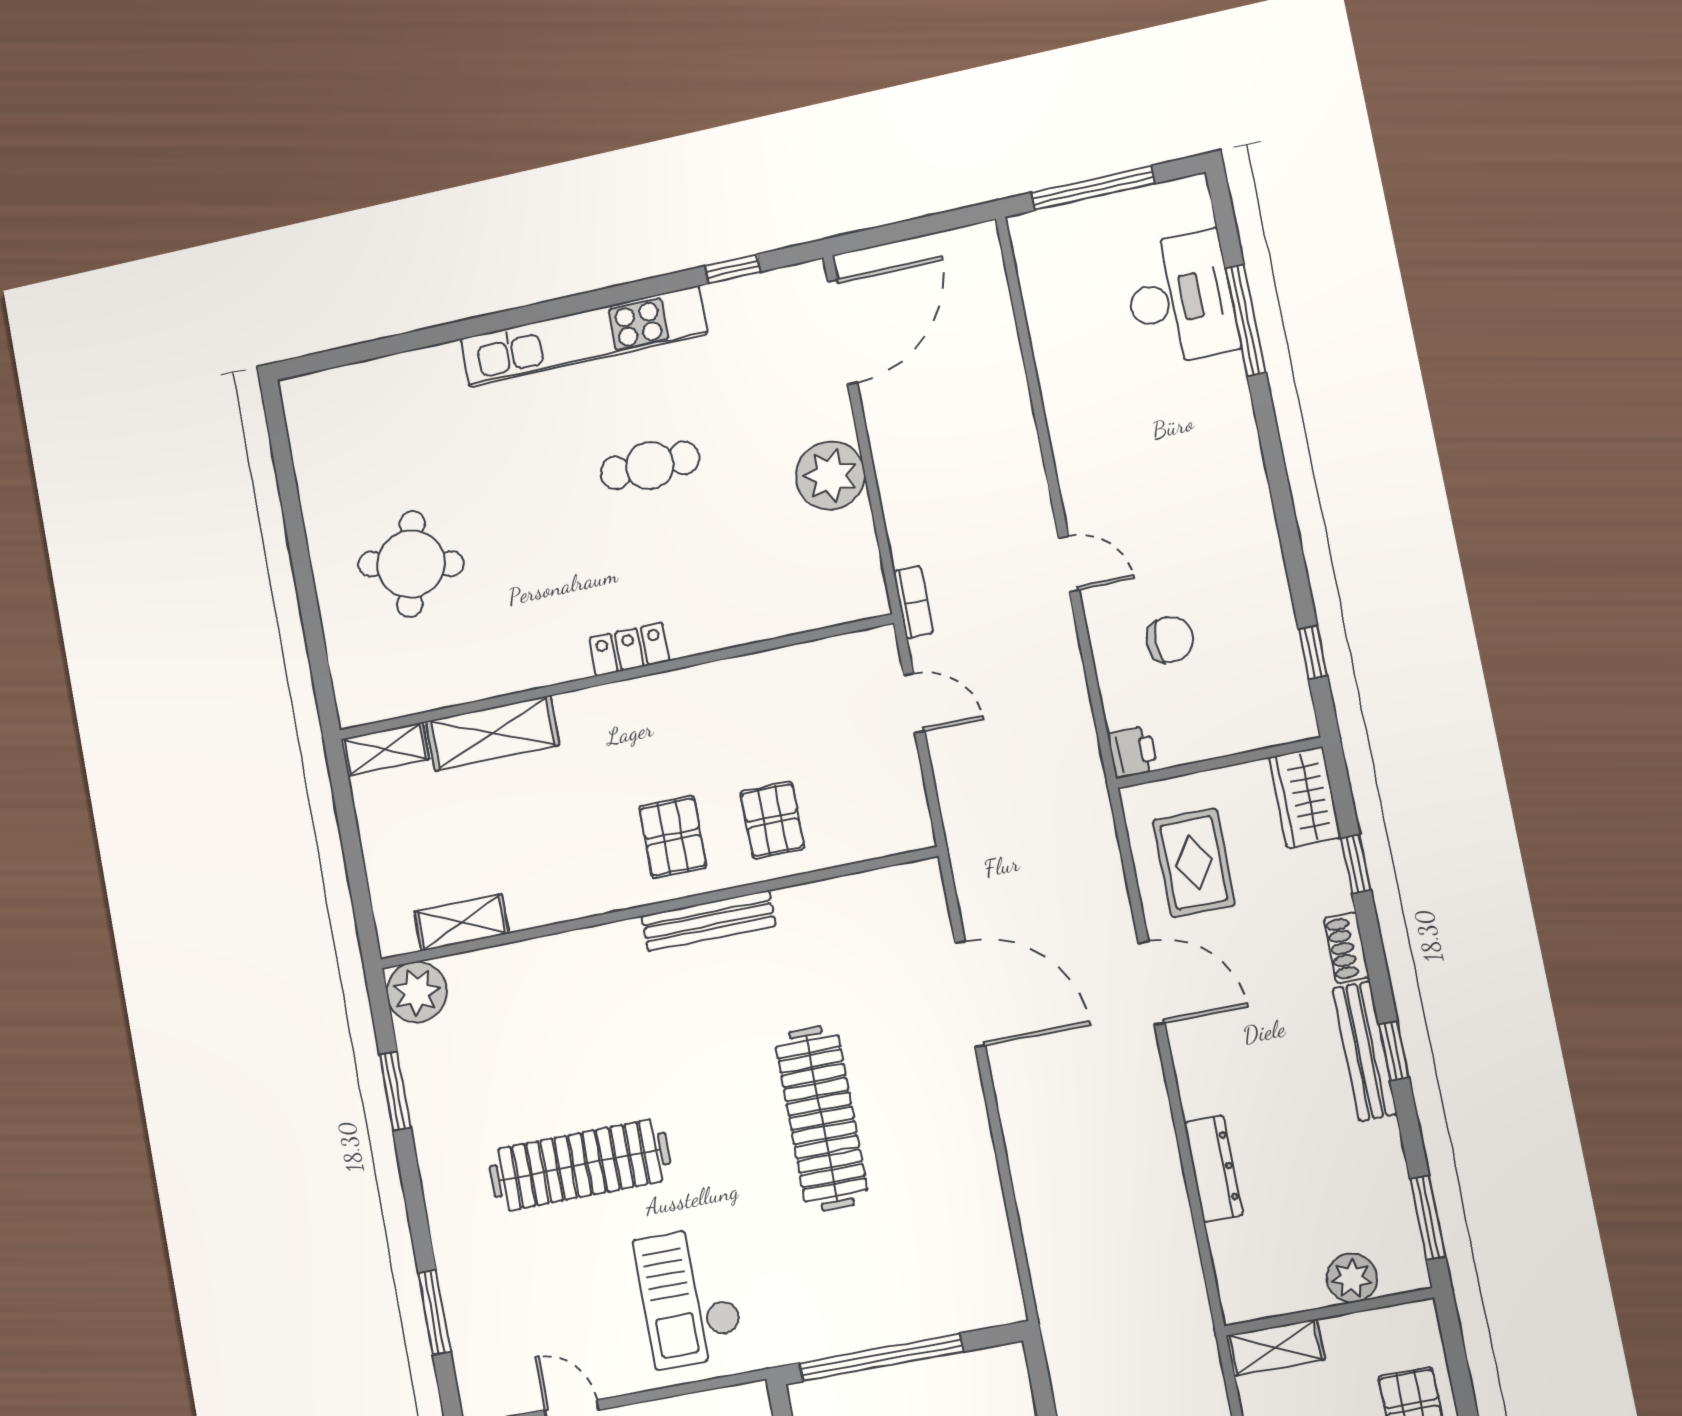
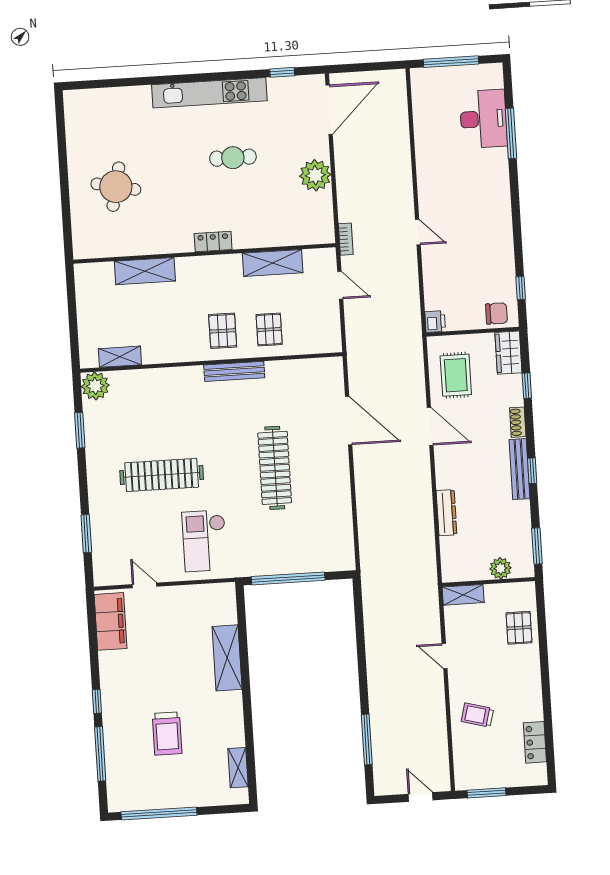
chair: (1170, 640) -> (496, 313), moved
shelving: (385, 749) -> (273, 263), moved, width x1.50, depth x1.33

